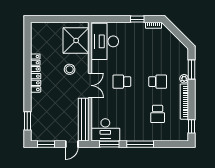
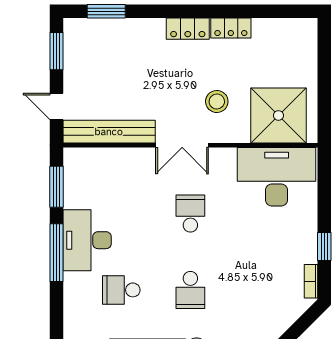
desk: (105, 130) -> (87, 240), moved

